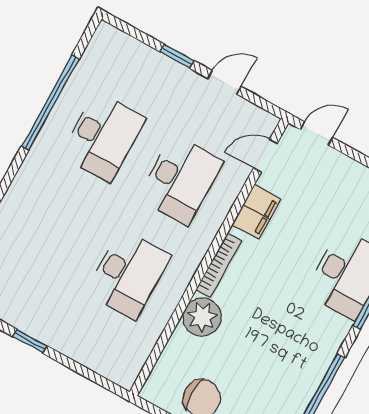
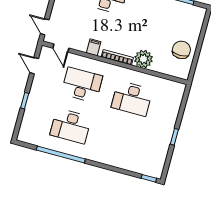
door: (224, 82) -> (34, 66), moved
desk: (103, 137) -> (71, 126), turned 180
filing cabinet: (256, 212) -> (94, 47), width x0.50
desk: (128, 274) -> (132, 98), turned 180

